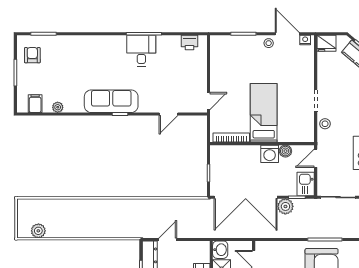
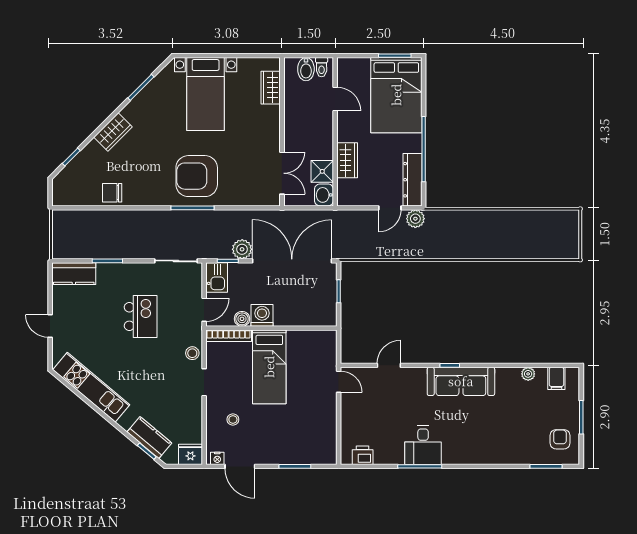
stool: (269, 43) -> (233, 419), moved
armchair: (32, 55) -> (560, 439), turned 180
door: (209, 101) -> (339, 382), swing flipped
bookcase: (231, 138) -> (229, 336), moved
plant: (38, 231) -> (415, 219), moved

